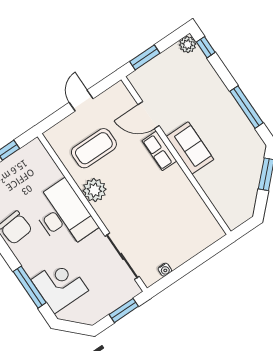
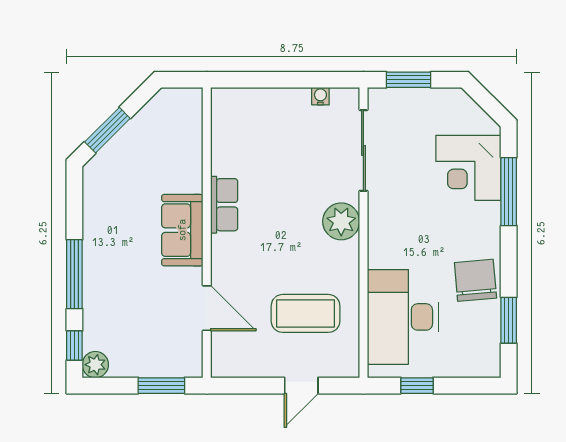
door: (81, 101) -> (301, 386), moved
window: (246, 107) -> (74, 274), moved
row of seats: (159, 151) -> (224, 205), moved
plant: (94, 190) -> (341, 221), moved
desk: (63, 215) -> (403, 317), moved

